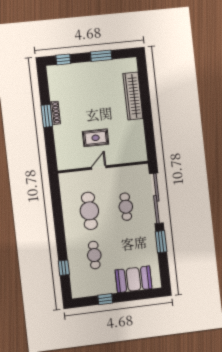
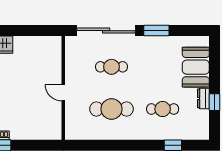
rug: (96, 138) -> (29, 93), removed
dresser: (107, 289) -> (203, 98), added

